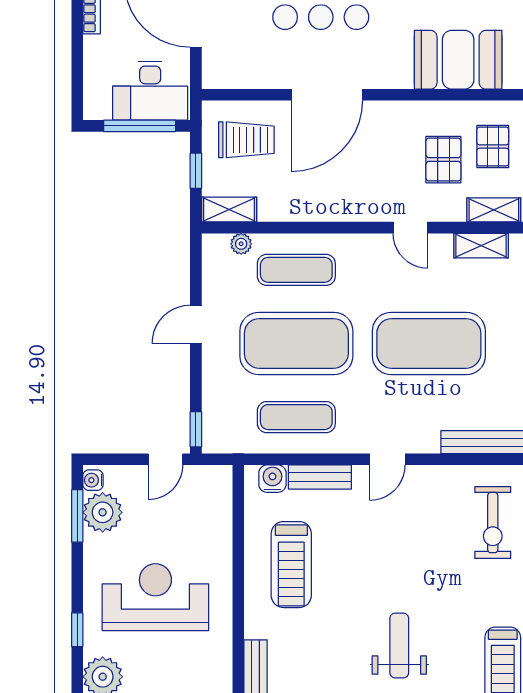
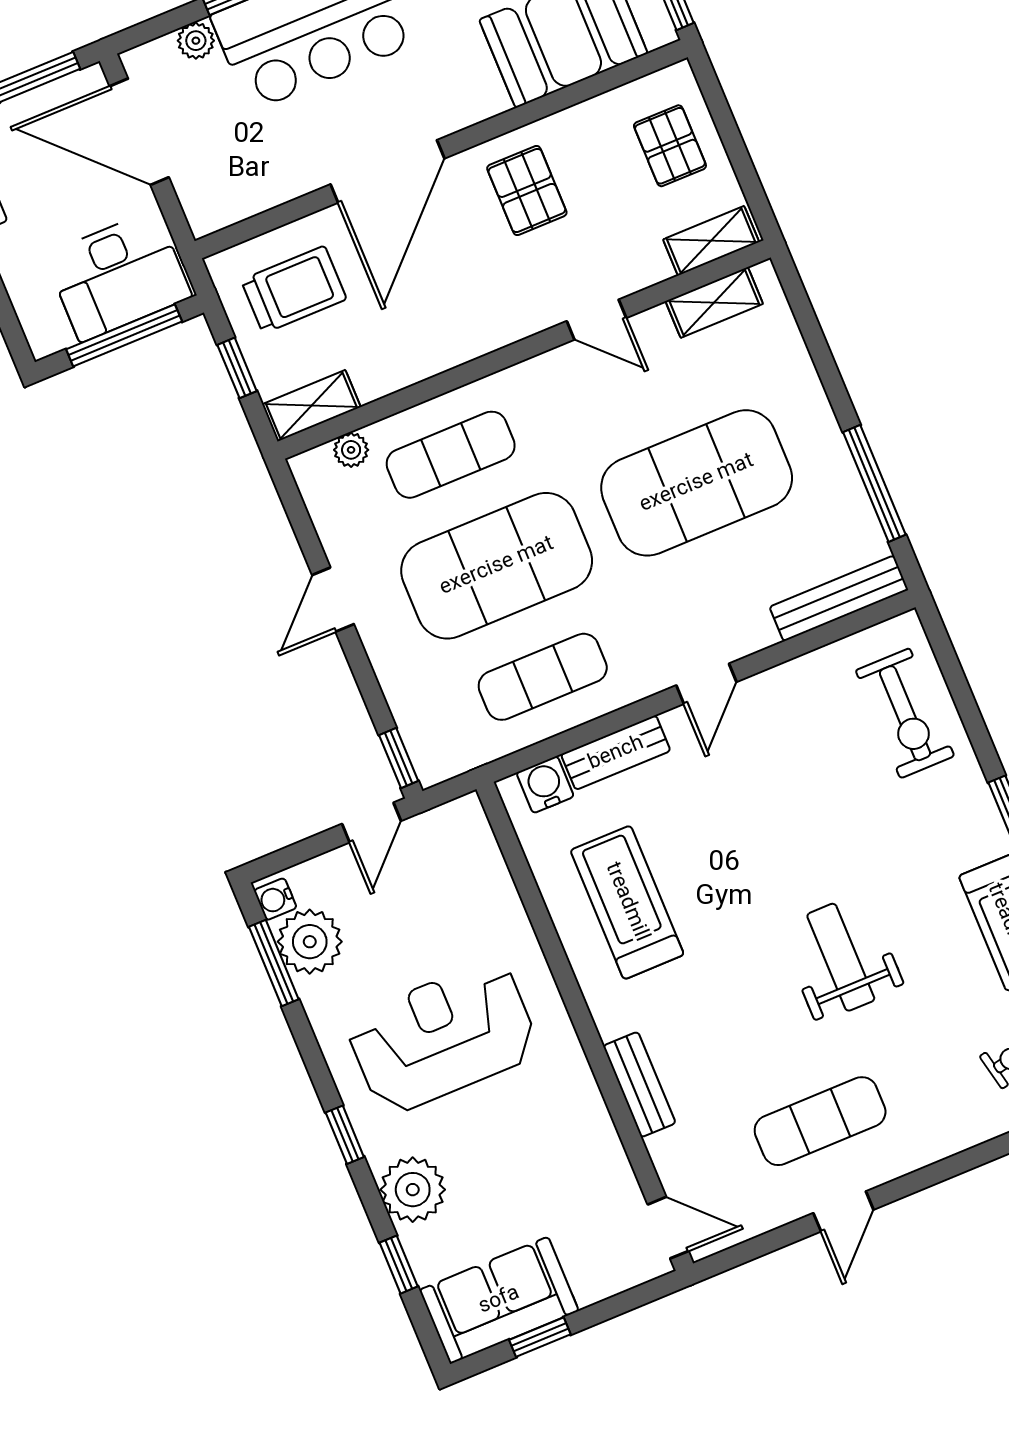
pallet: (443, 160) -> (527, 190), moved
treadmill: (291, 565) -> (627, 902), turned 180

